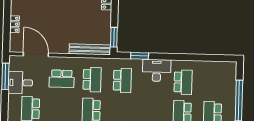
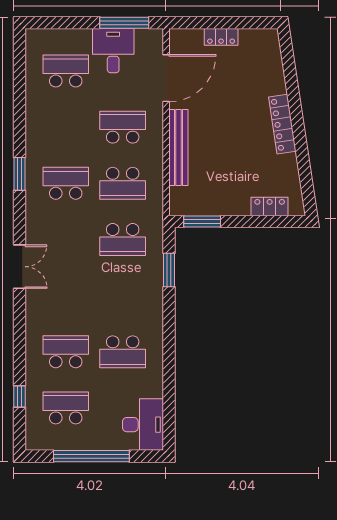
bench: (90, 49) -> (178, 148), moved
desk: (157, 70) -> (143, 425), moved
school desk: (62, 79) -> (123, 127), turned 90

